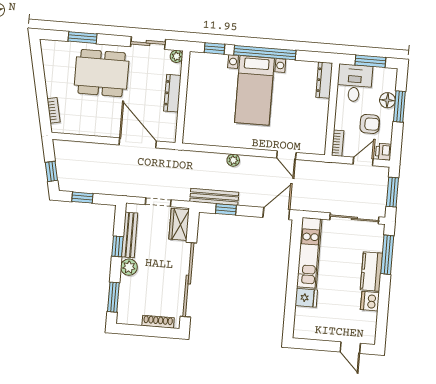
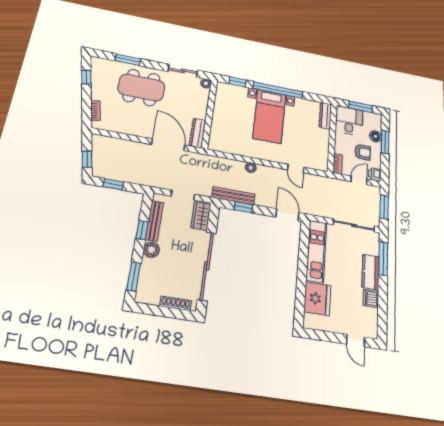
window: (38, 68) -> (86, 77), added
dresser: (172, 93) -> (197, 133), moved
door: (276, 214) -> (287, 215), hinge flipped
fridge: (306, 298) -> (317, 299), width x1.88, depth x1.34

